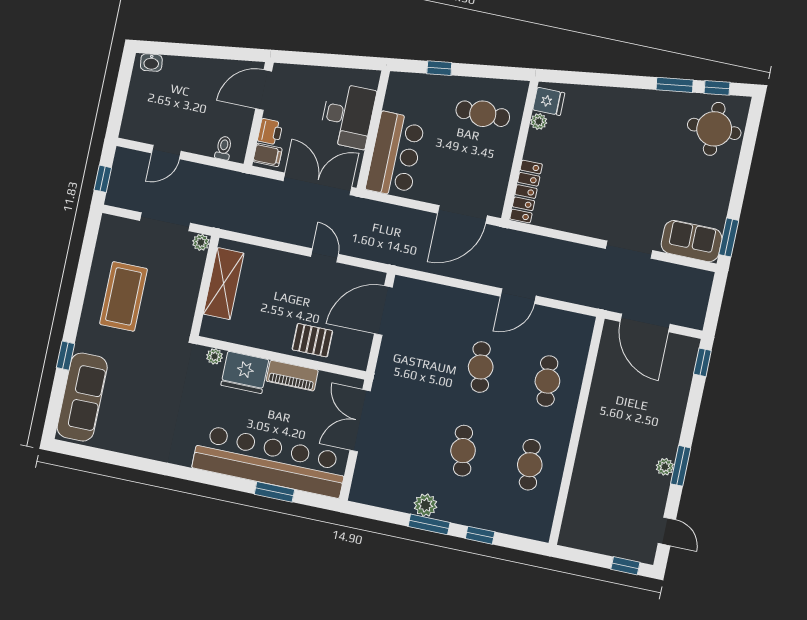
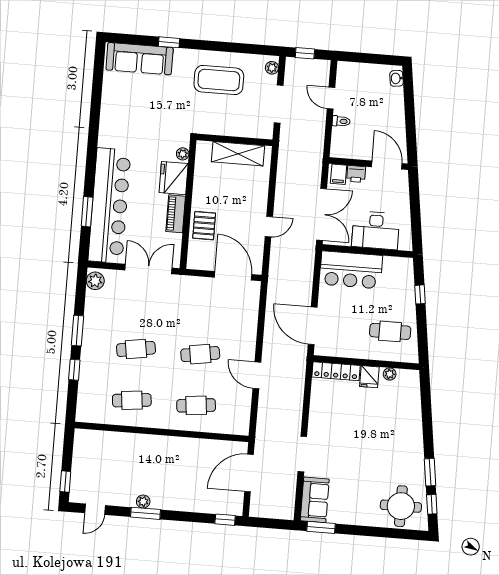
fridge: (549, 101) -> (369, 377), moved
cafe table: (483, 114) -> (390, 331), turned 90
toilet: (224, 148) -> (341, 121), moved
plant: (201, 242) -> (272, 68), moved
plant: (425, 505) -> (95, 281), moved

